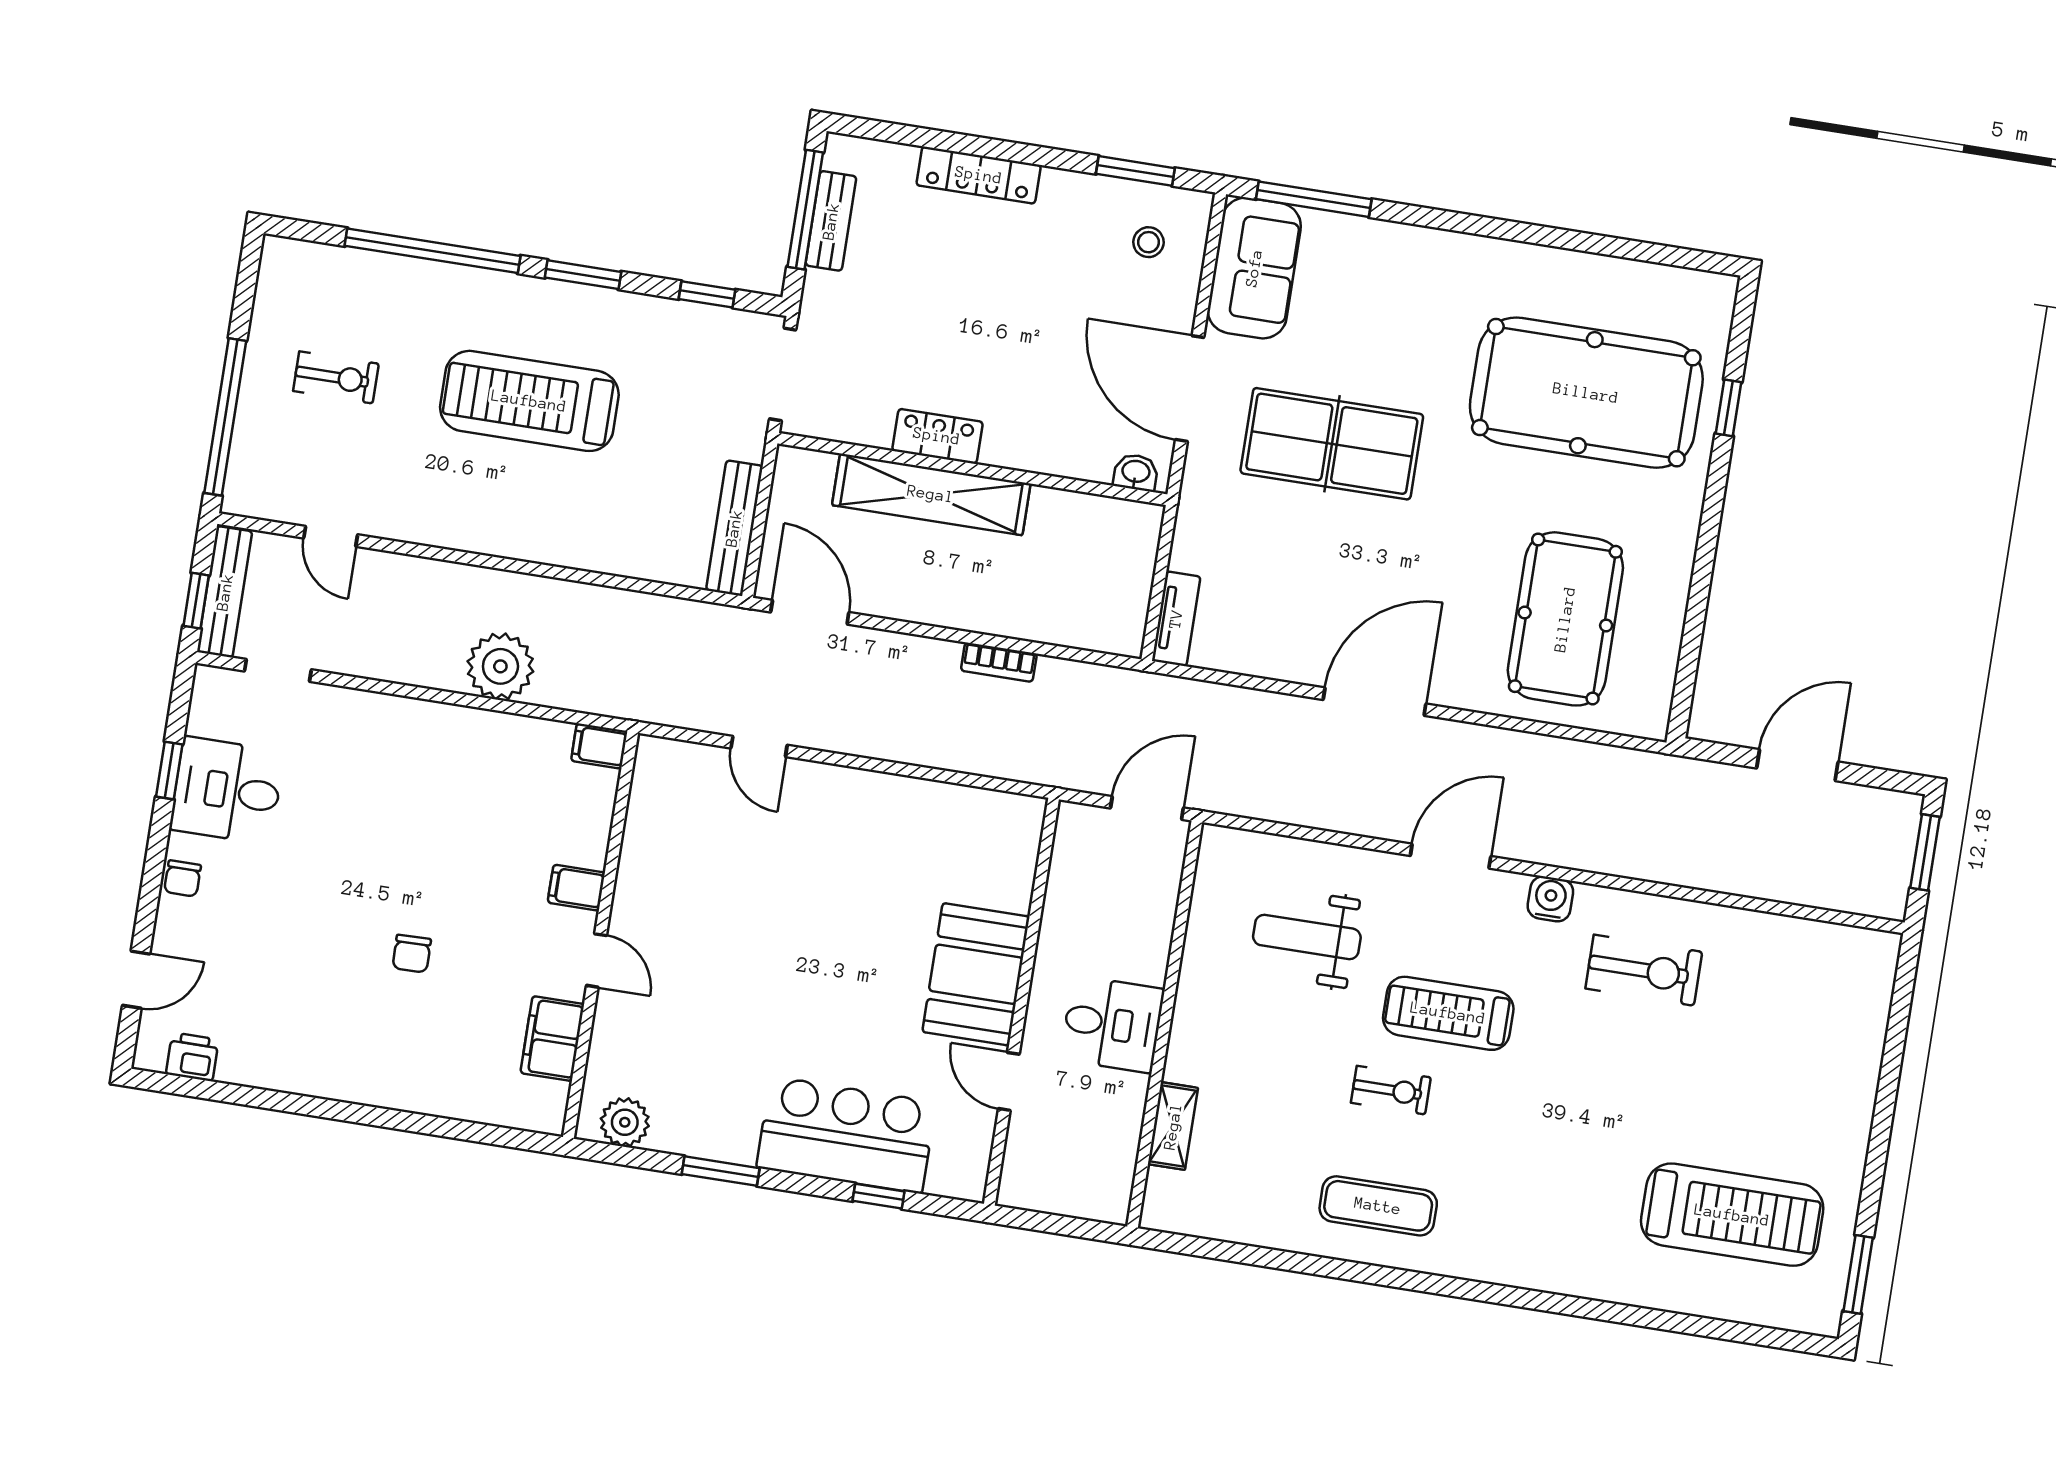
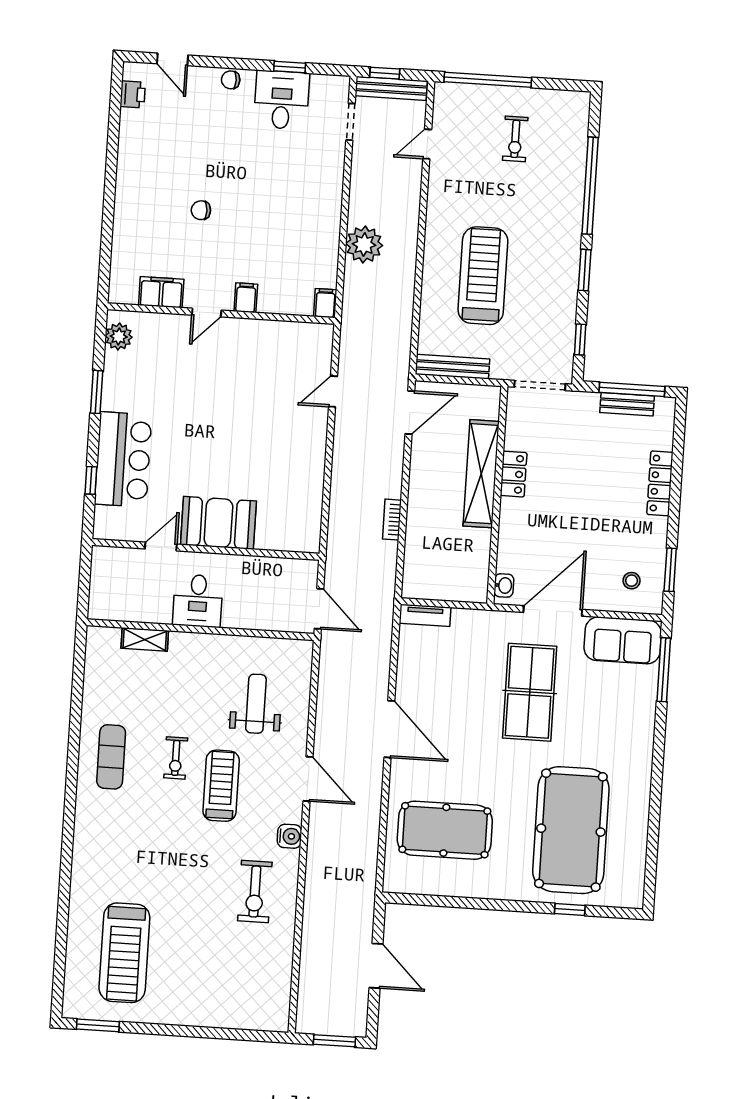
treadmill: (529, 401) -> (483, 276), moved

